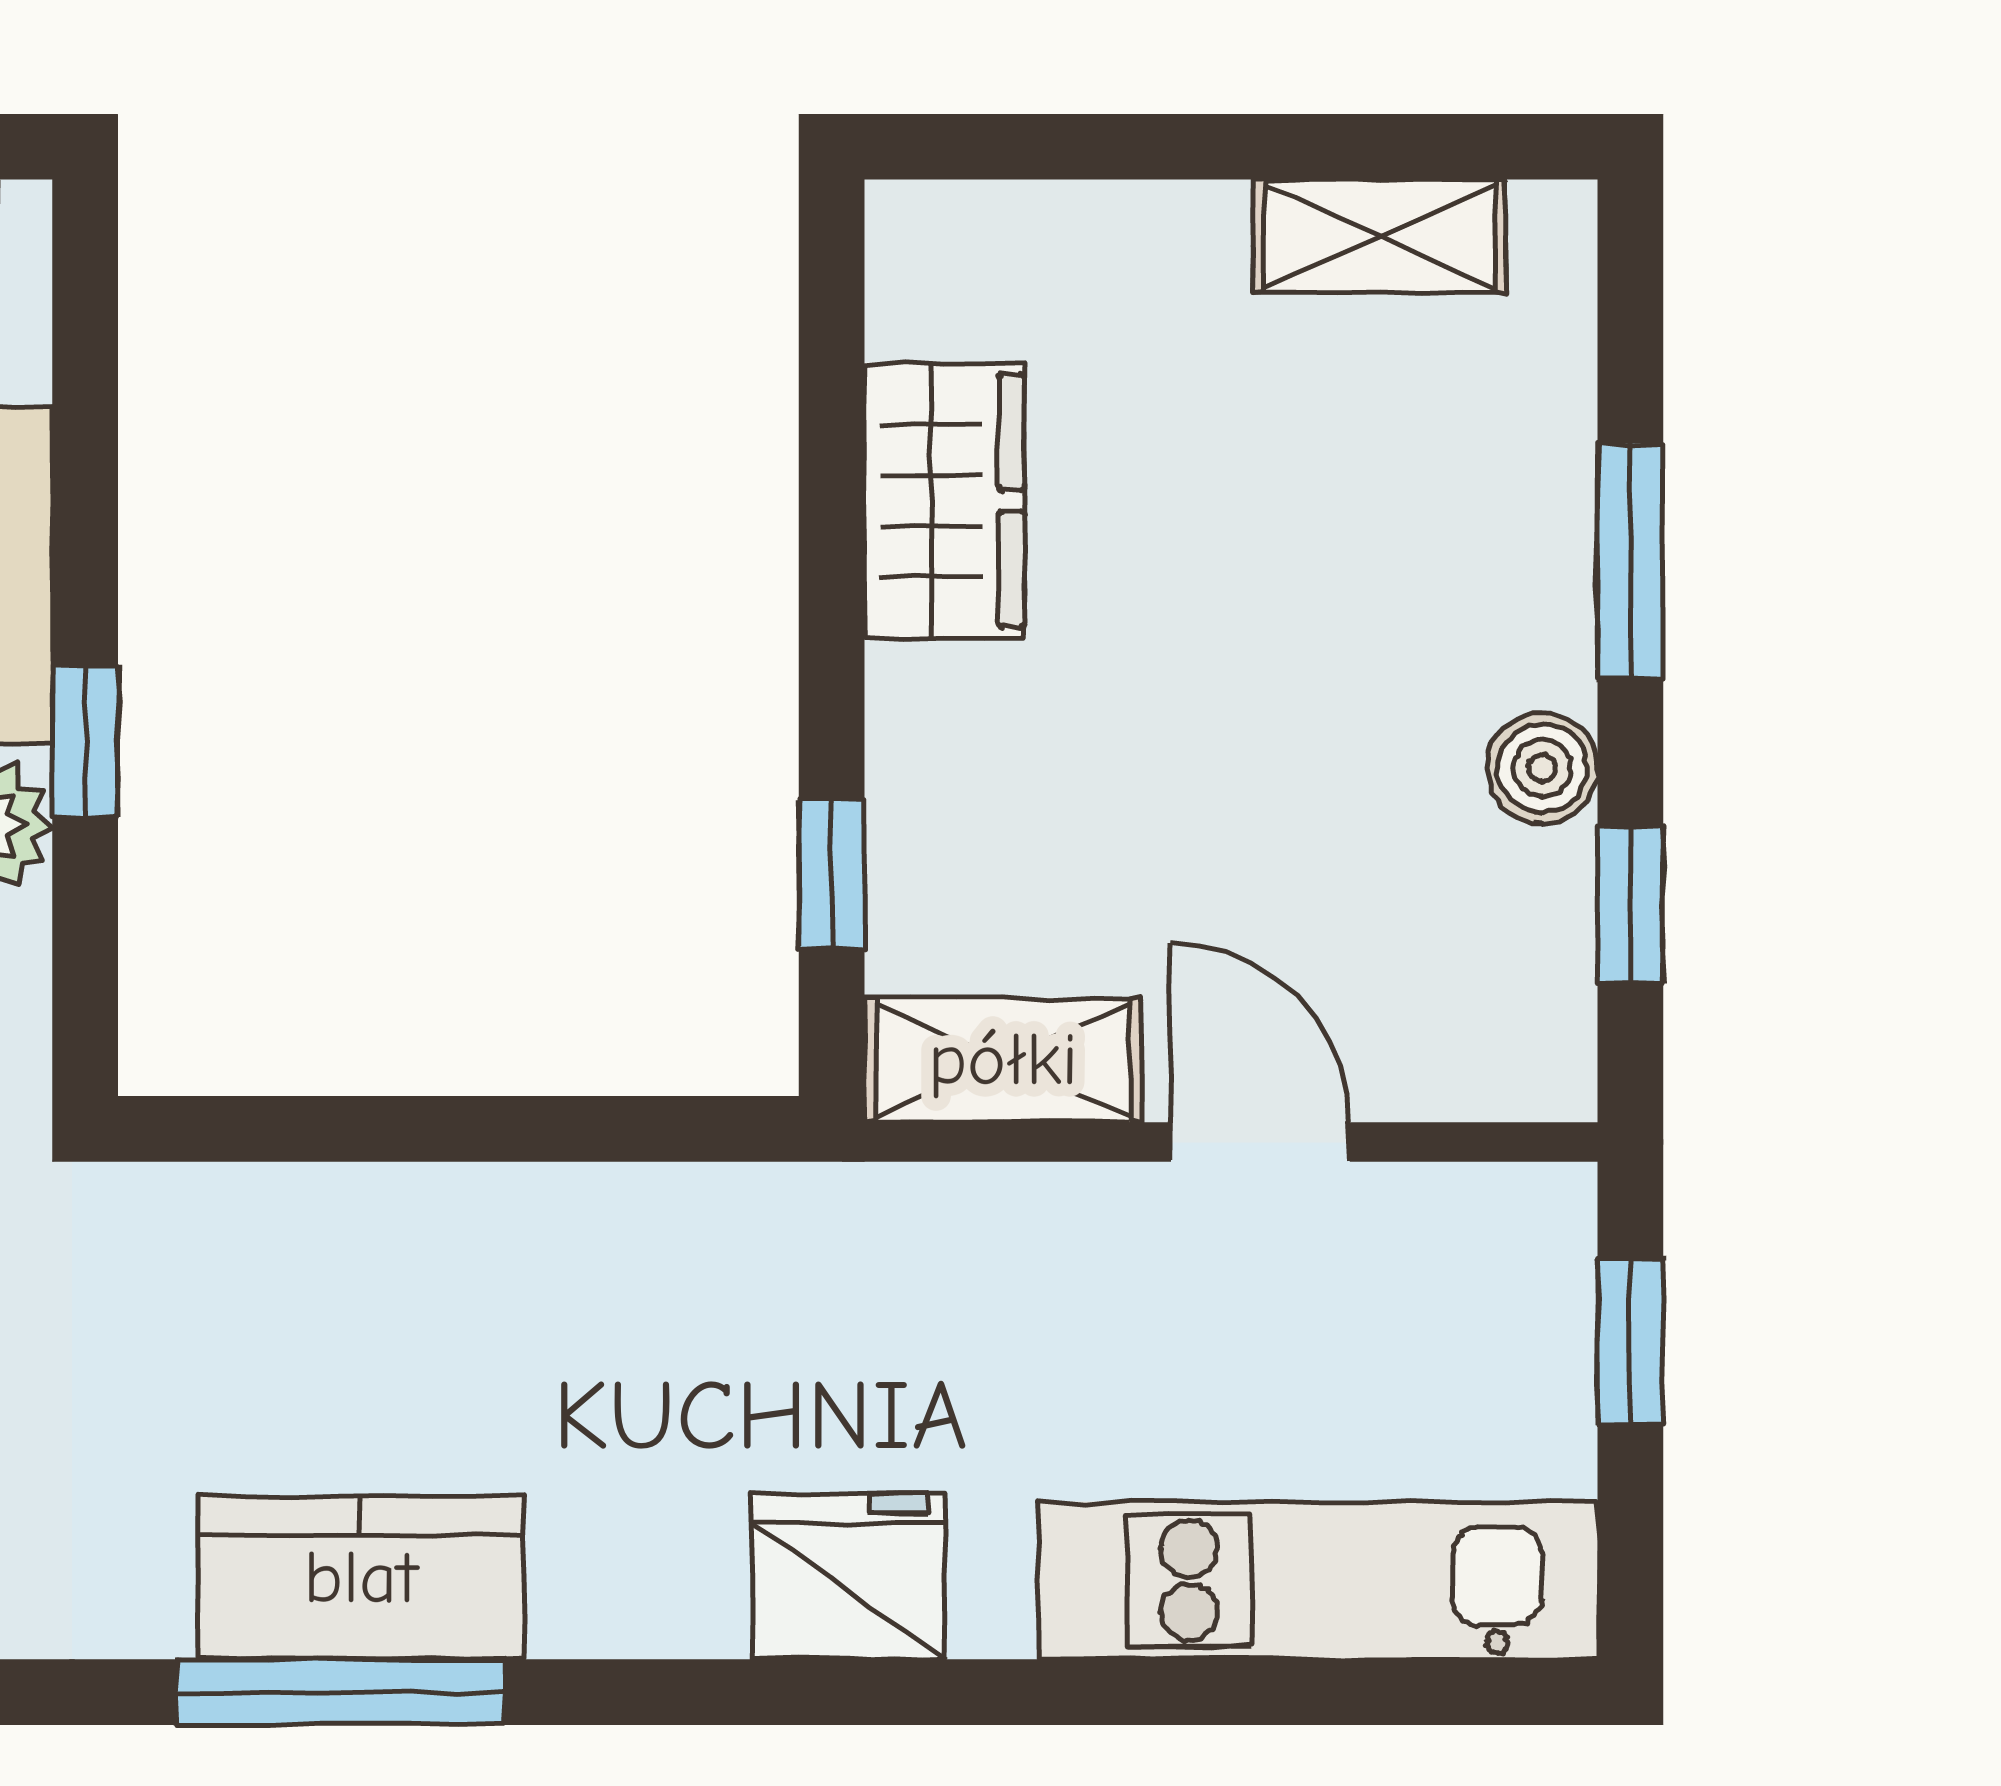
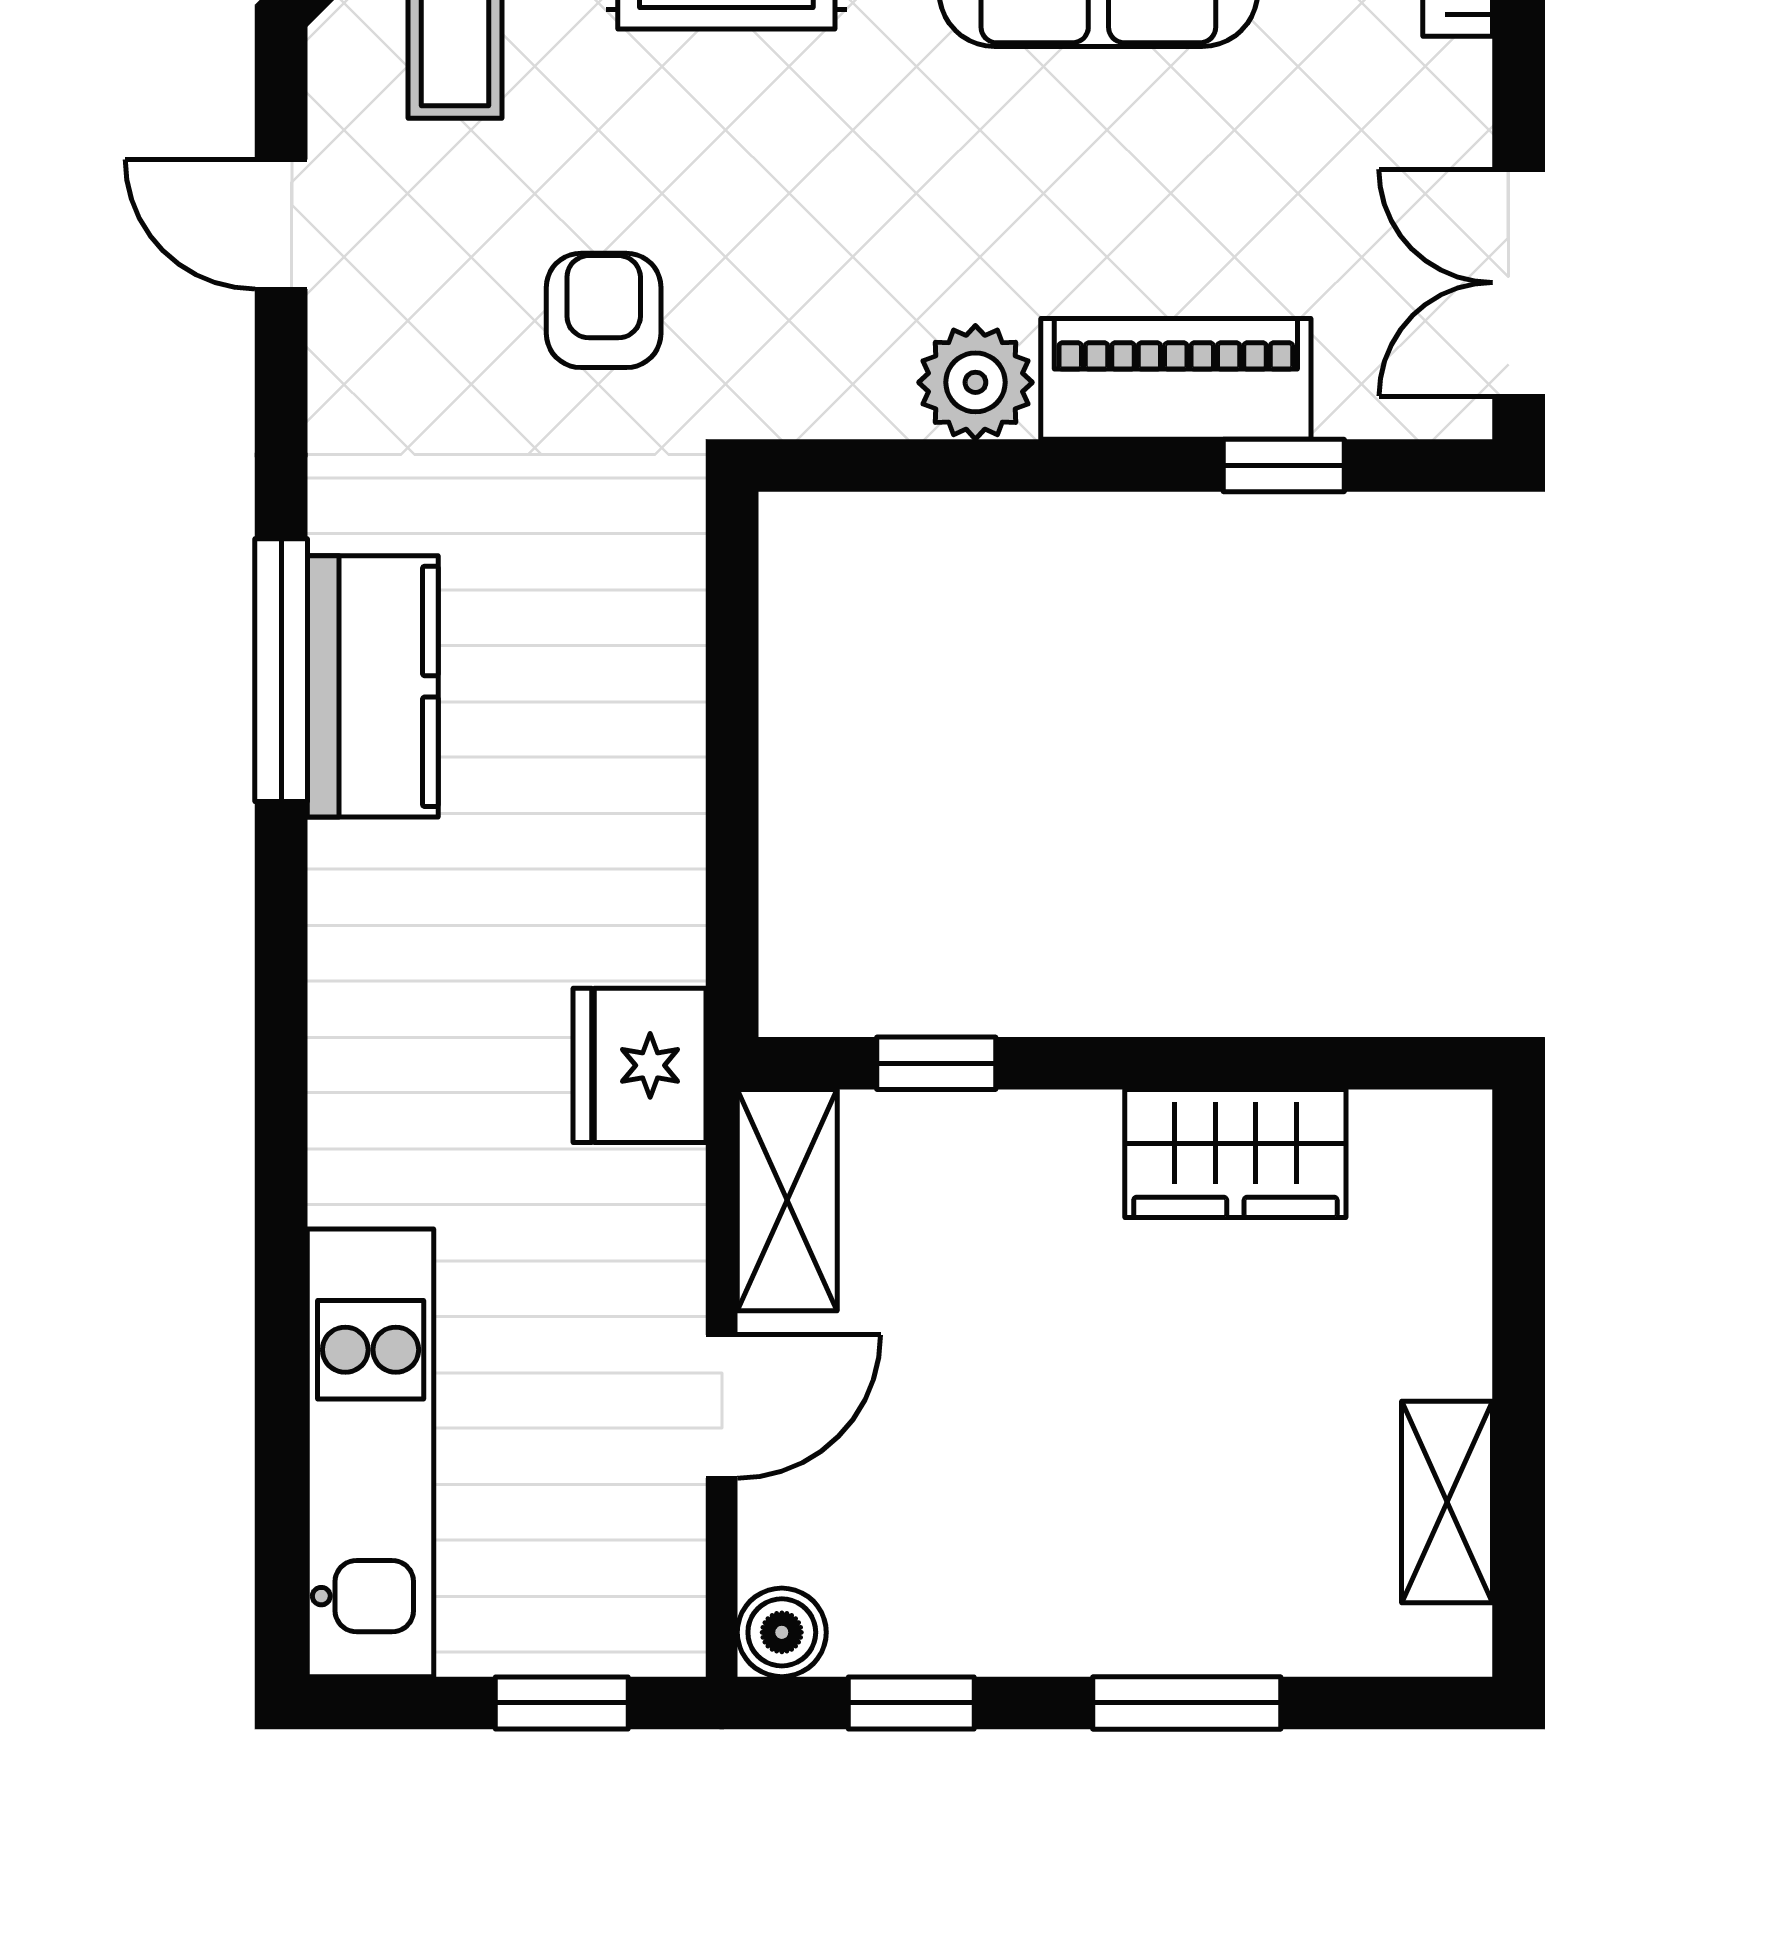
window: (85, 741) -> (1284, 465), moved
boiler: (1542, 768) -> (782, 1632), moved
fridge: (849, 1576) -> (639, 1065), moved, turned 180

